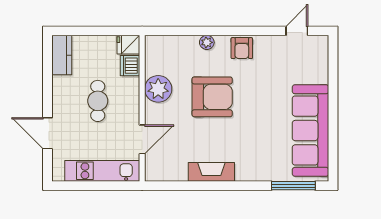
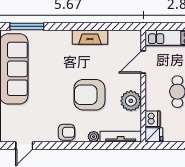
tv unit: (171, 42) -> (121, 137), added
armchair: (242, 48) -> (67, 132), turned 90

